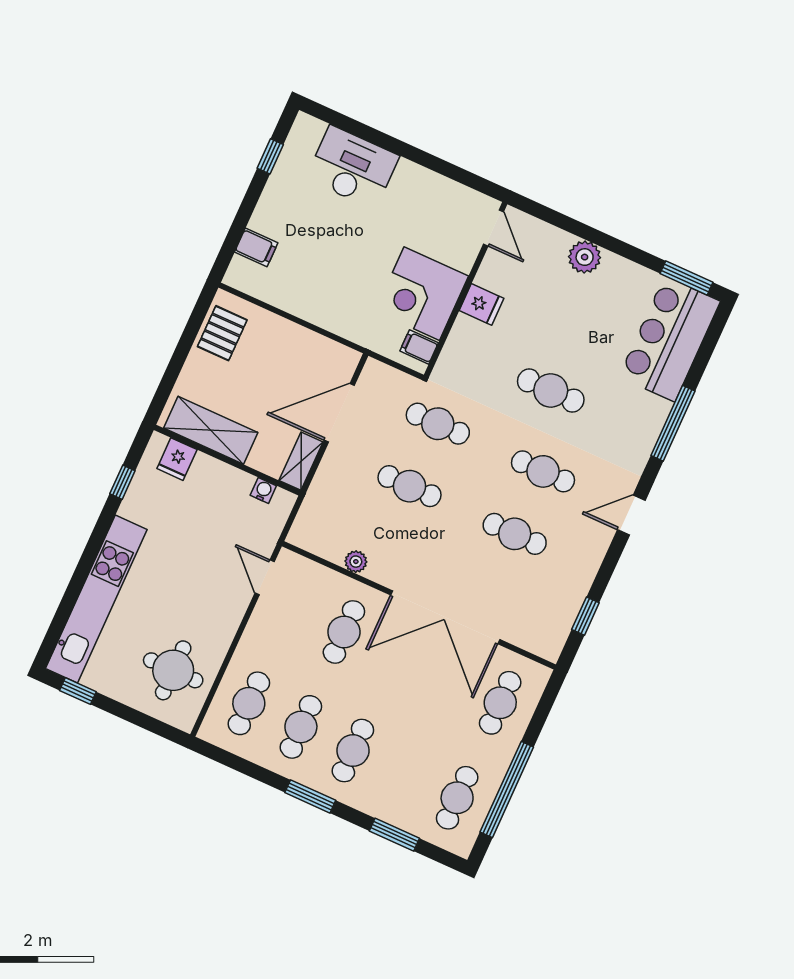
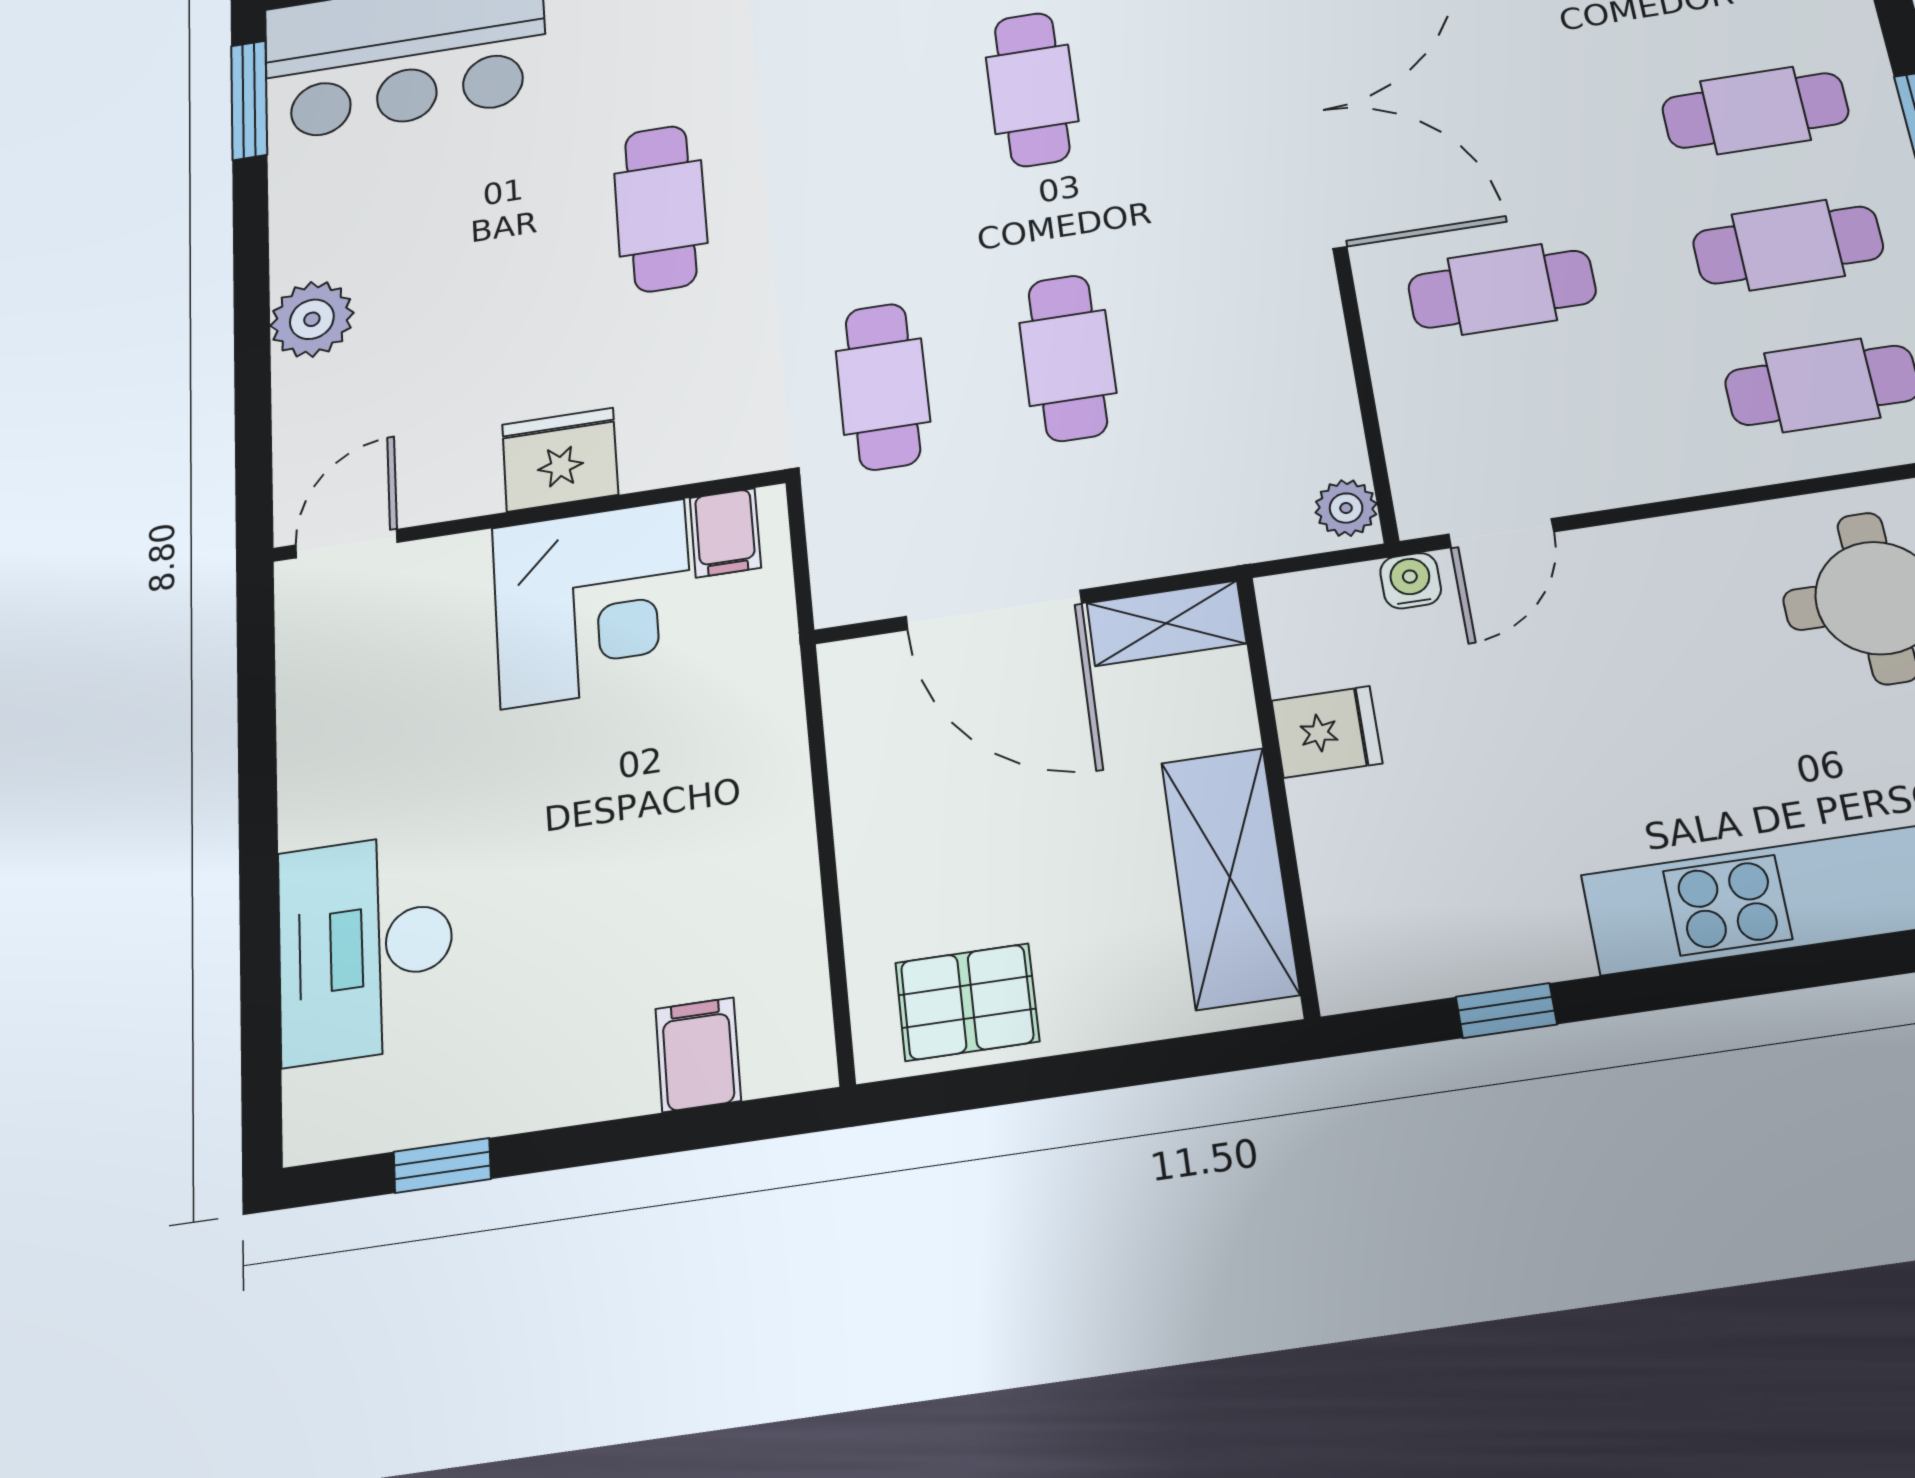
fridge: (481, 304) -> (560, 460), width x1.38
fridge: (177, 459) -> (1327, 732), moved
cafe table: (543, 471) -> (854, 117), removed
water cooler: (263, 490) -> (1411, 581), moved, turned 90
plant: (356, 562) -> (1346, 508), moved

